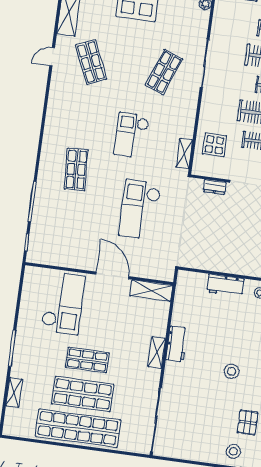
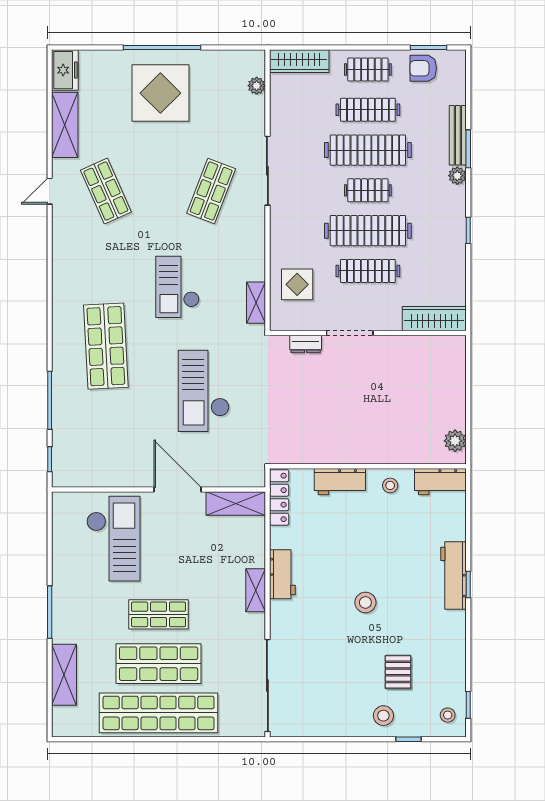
shop shelf: (76, 169) -> (106, 346), width x1.43, depth x1.36
locker: (182, 291) -> (279, 497), added
shelving: (14, 393) -> (64, 675), width x1.50, depth x1.33

